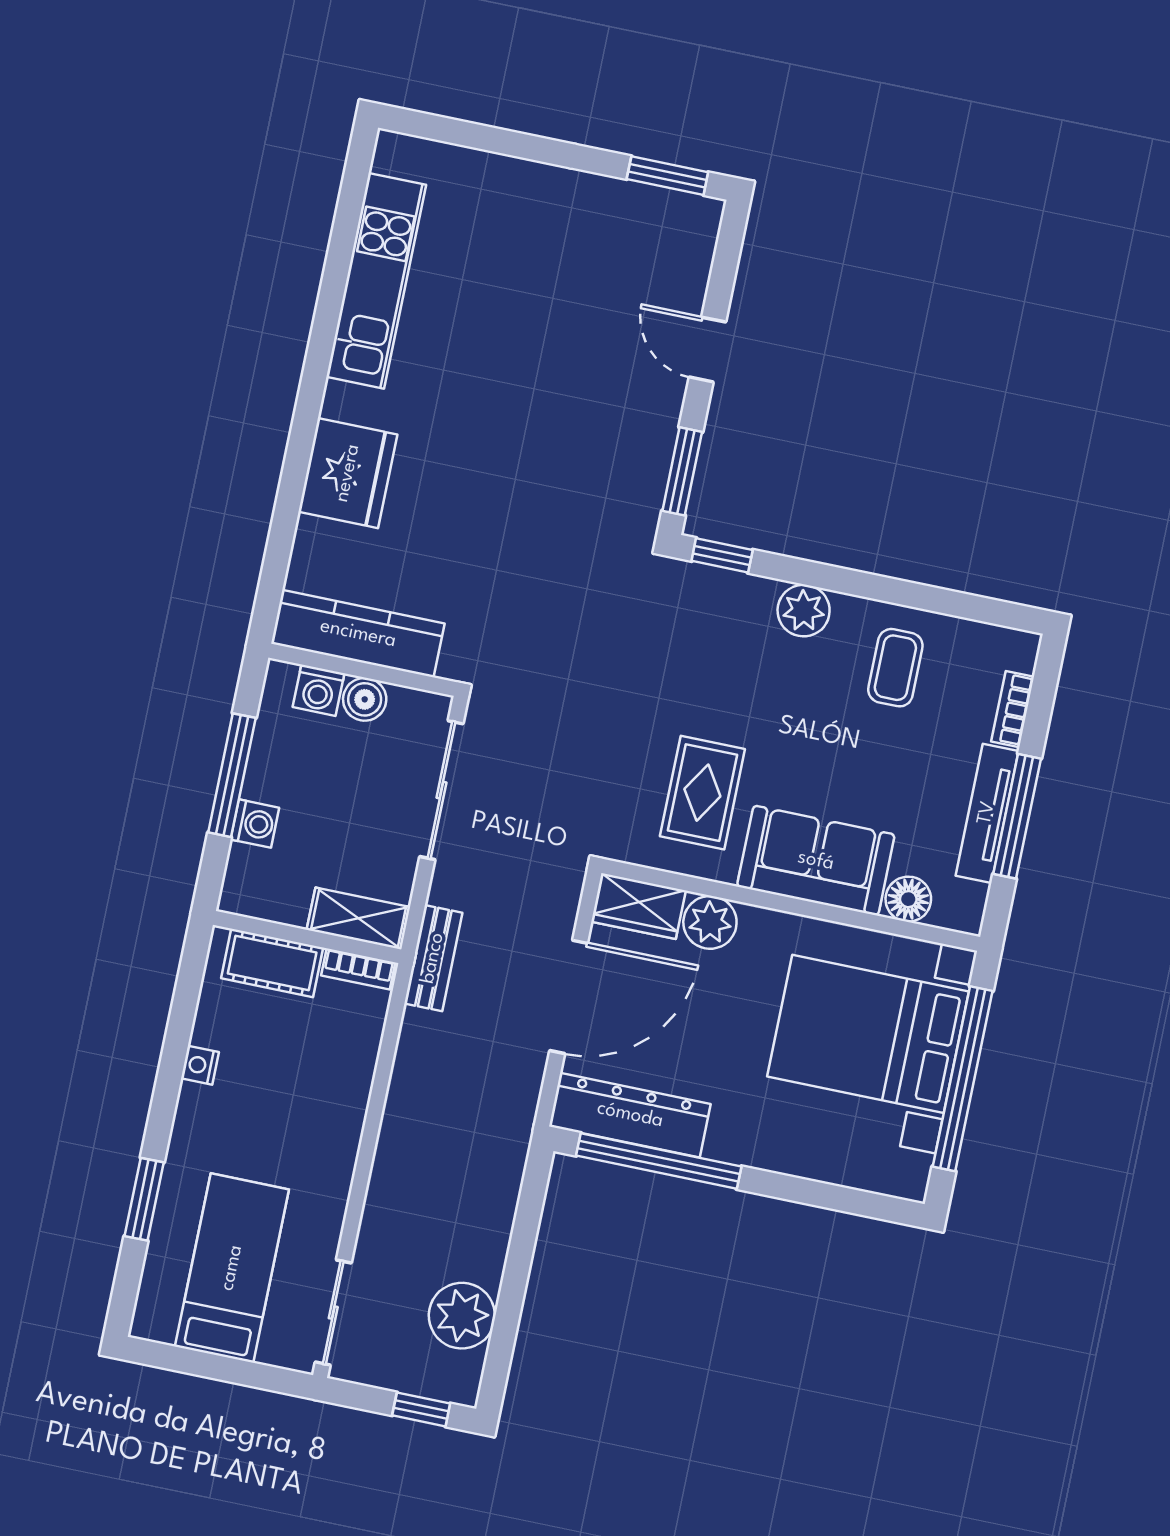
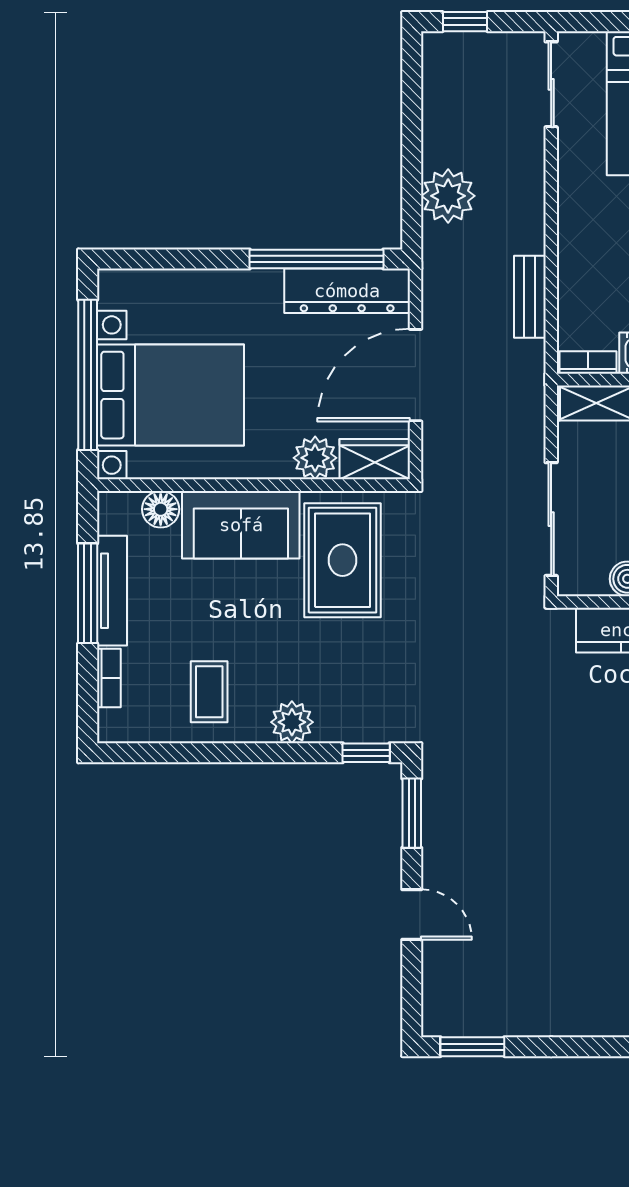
rug: (702, 793) -> (343, 560), width x1.36, depth x1.43
bench: (433, 958) -> (530, 297), moved
plant: (462, 1316) -> (448, 196), moved

